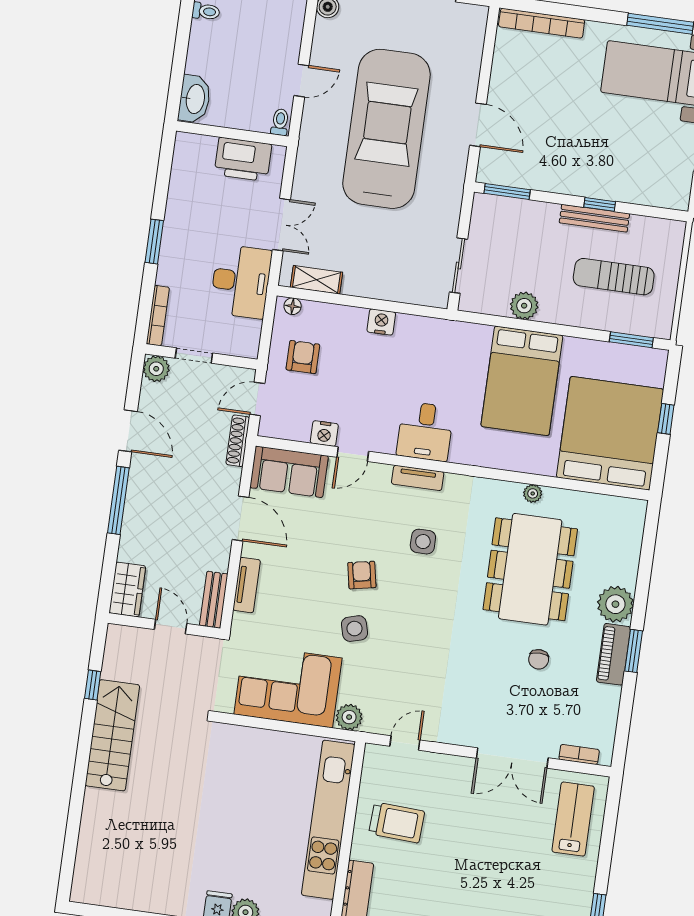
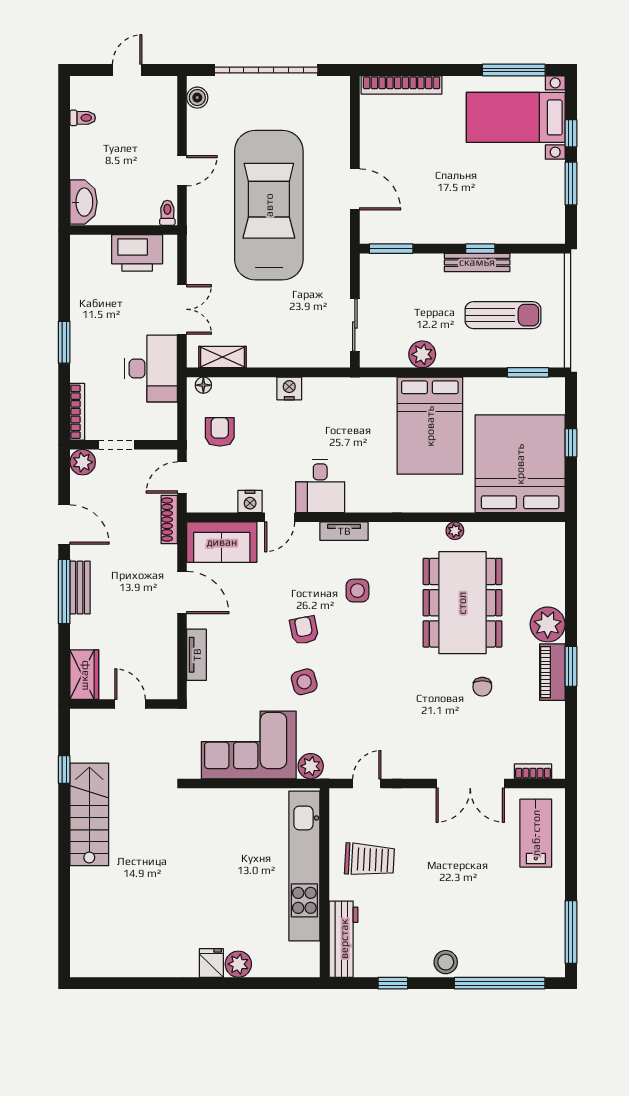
sun lounger: (614, 277) -> (503, 315), turned 180
desk: (425, 431) -> (320, 486), moved
bench: (214, 600) -> (80, 588), moved

